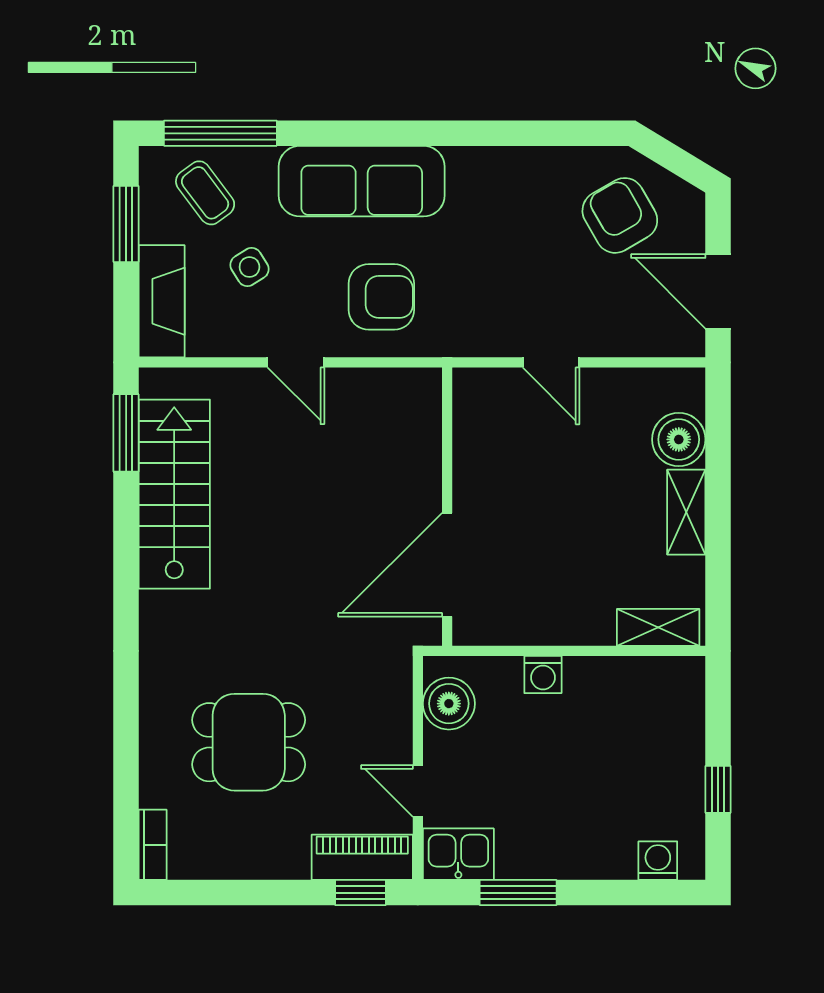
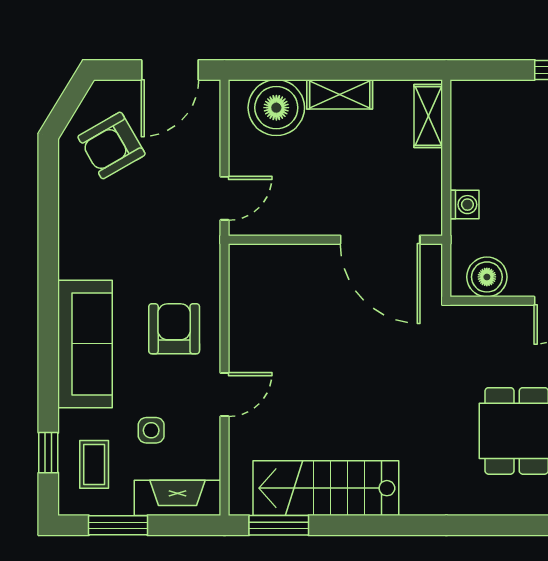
window: (220, 133) -> (48, 453), width x0.46
coffee table: (205, 193) -> (94, 464), turned -53
side table: (249, 267) -> (151, 430), turned 32
boiler: (679, 439) -> (276, 108), width x1.37, depth x1.37
wall: (447, 507) -> (335, 240), moved
door: (447, 565) -> (380, 240), moved

